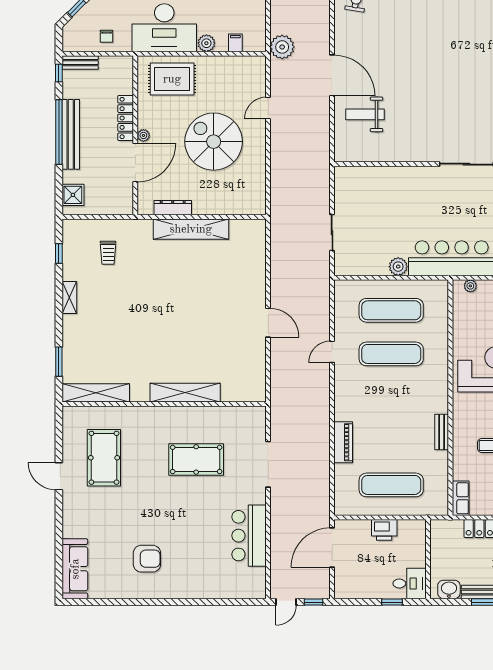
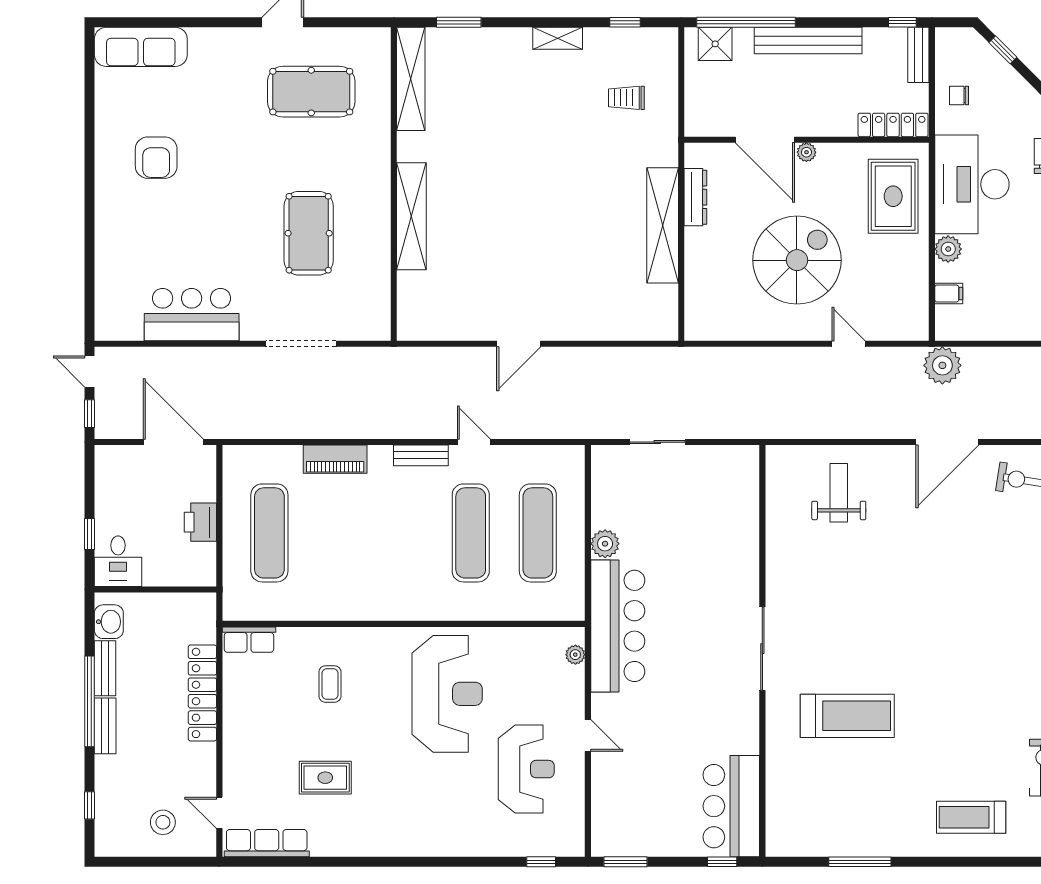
door: (332, 75) -> (947, 442), moved
locker: (126, 118) -> (893, 125), moved
window: (59, 132) -> (746, 22), moved
bench: (442, 432) -> (421, 455), moved

